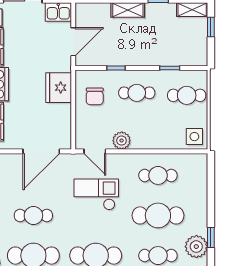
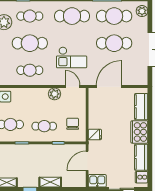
fridge: (59, 88) -> (95, 134), width x0.53, depth x0.75
cafe table: (33, 215) -> (114, 43), width x1.37, depth x1.35

